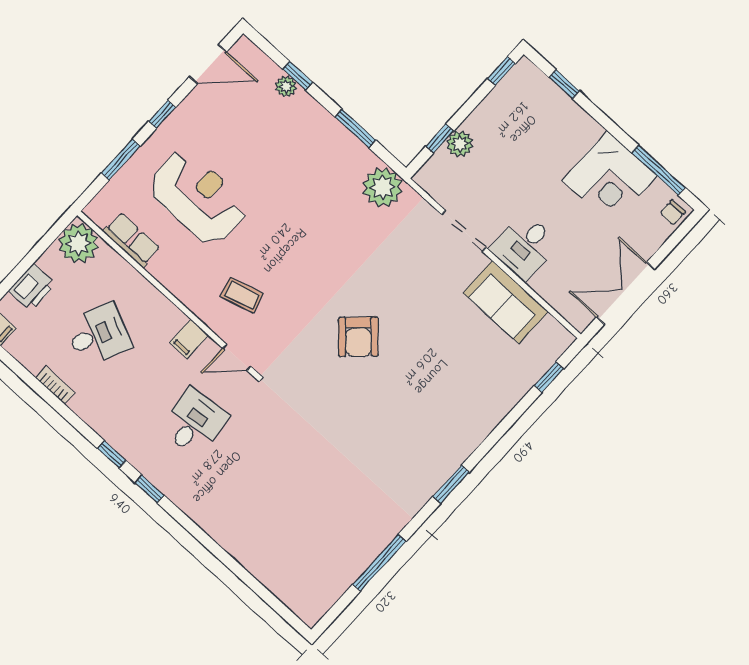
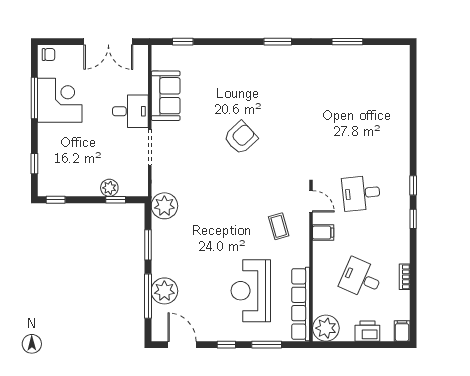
window: (298, 76) -> (148, 296), width x2.17
plant: (286, 86) -> (164, 291), width x1.87, depth x1.87
window: (658, 170) -> (34, 98), moved
row of seats: (132, 240) -> (301, 304), width x2.02
armchair: (358, 337) -> (241, 138), moved
window: (379, 563) -> (347, 42), width x0.69

